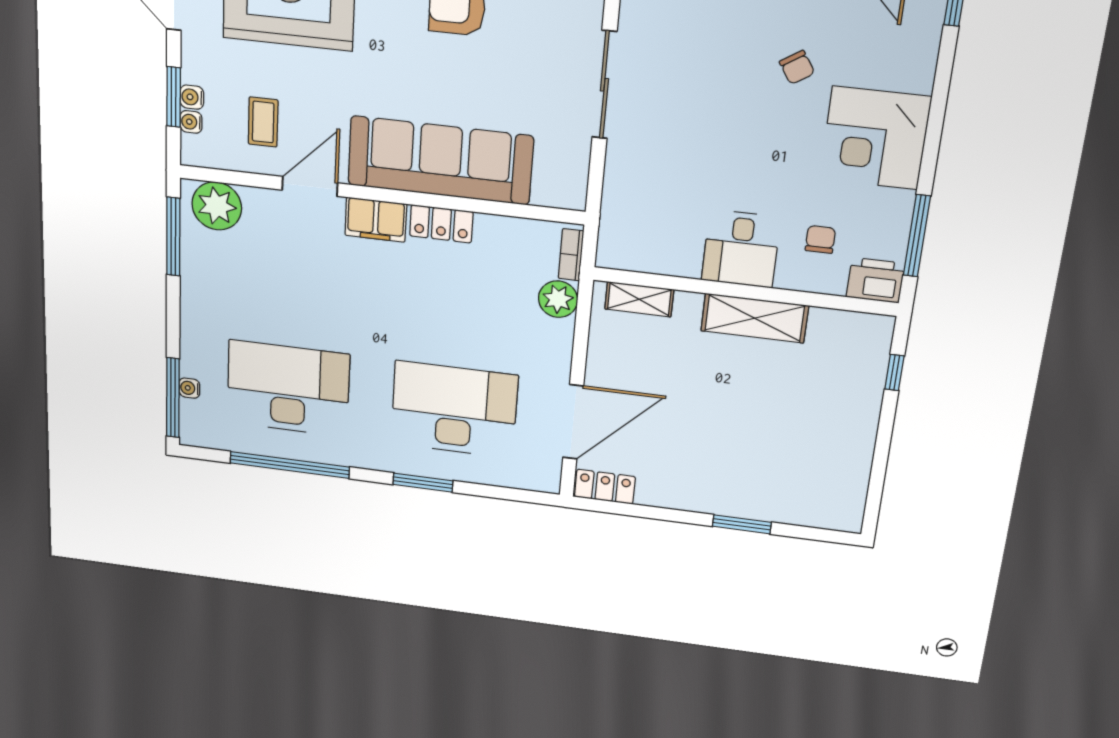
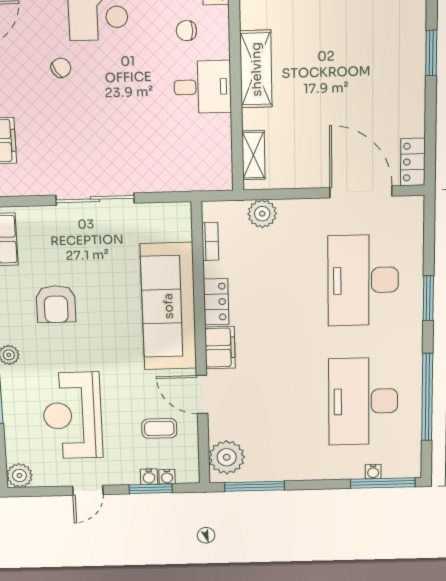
bookcase: (571, 255) -> (210, 241), moved, turned -90

